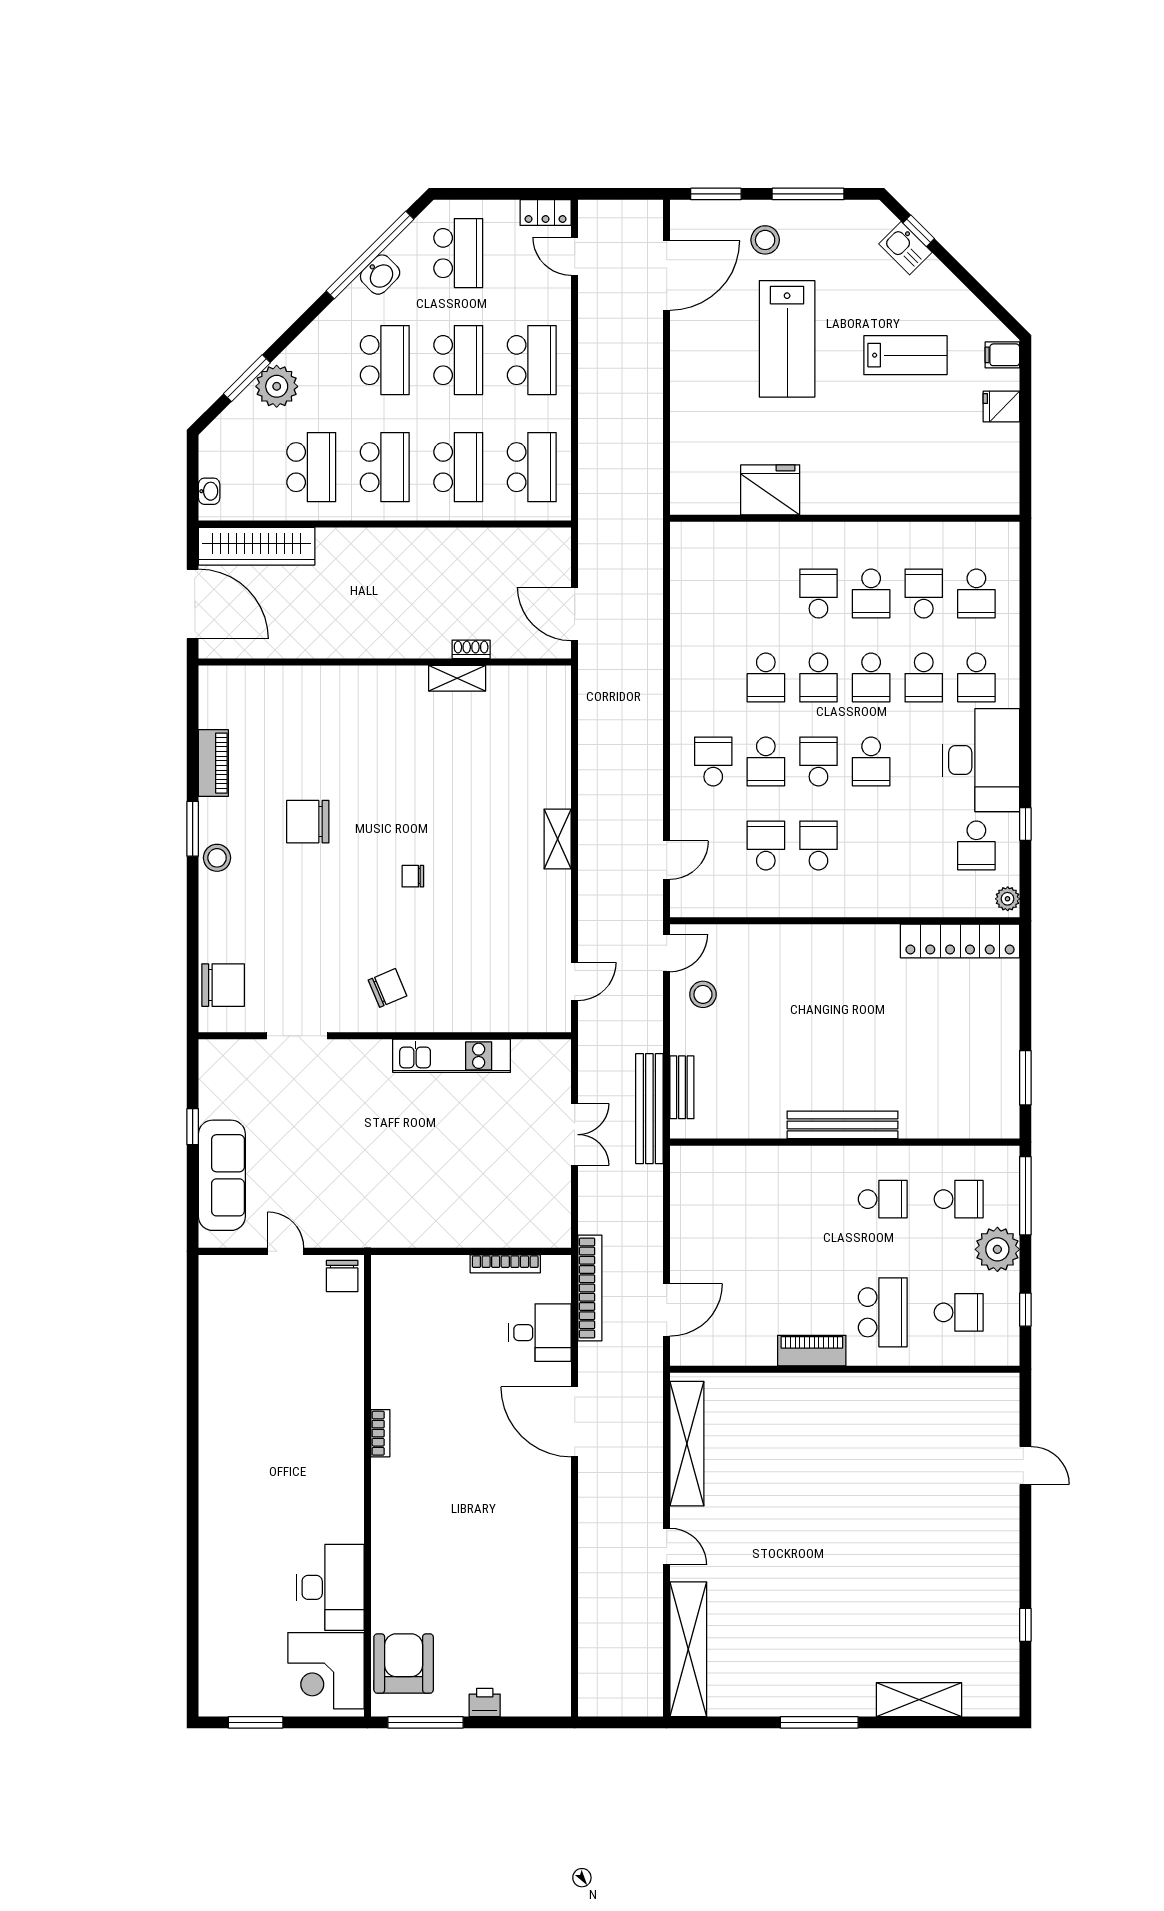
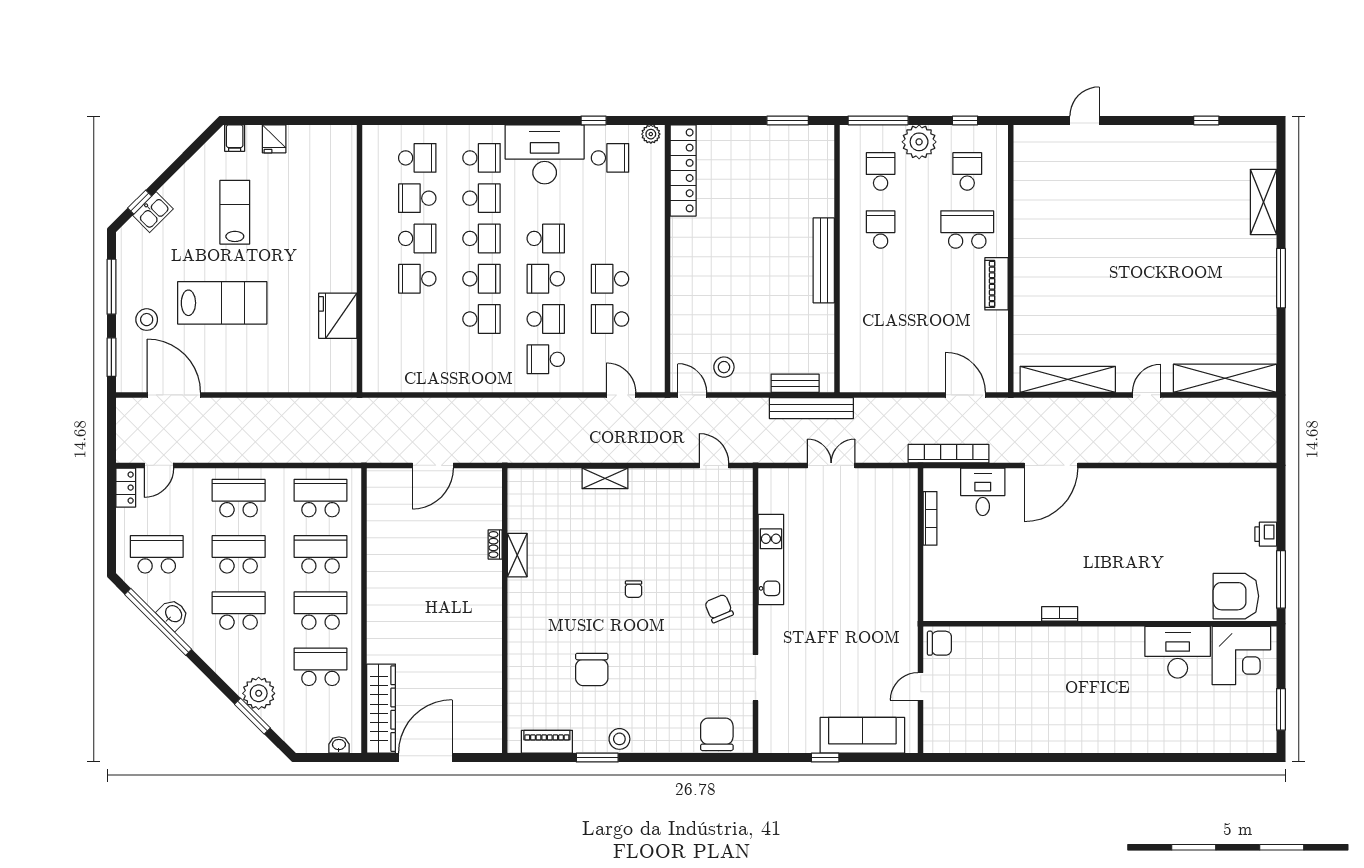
shoe rack: (471, 649) -> (495, 545), moved
wall: (385, 662) -> (505, 611), moved
shelving: (457, 678) -> (517, 555), moved

